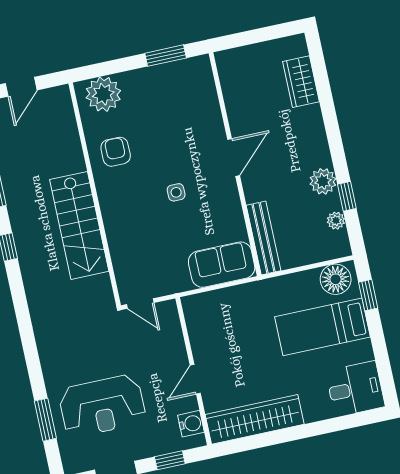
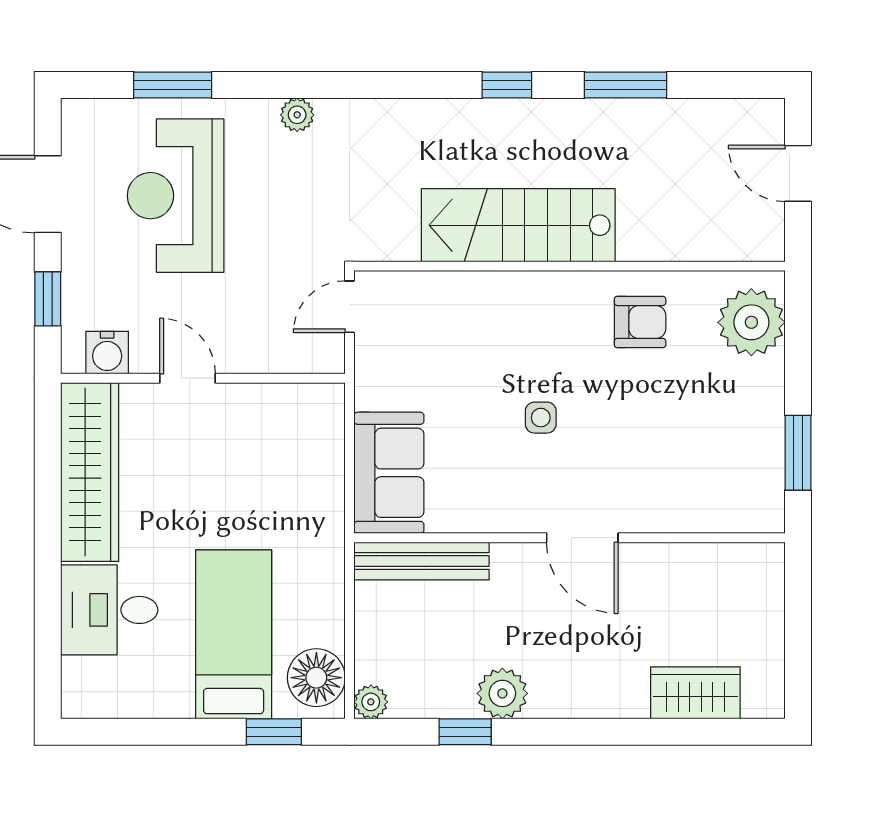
plant: (336, 221) -> (371, 702), moved
plant: (47, 352) -> (297, 115), added
desk: (355, 389) -> (109, 610), moved, turned 90

